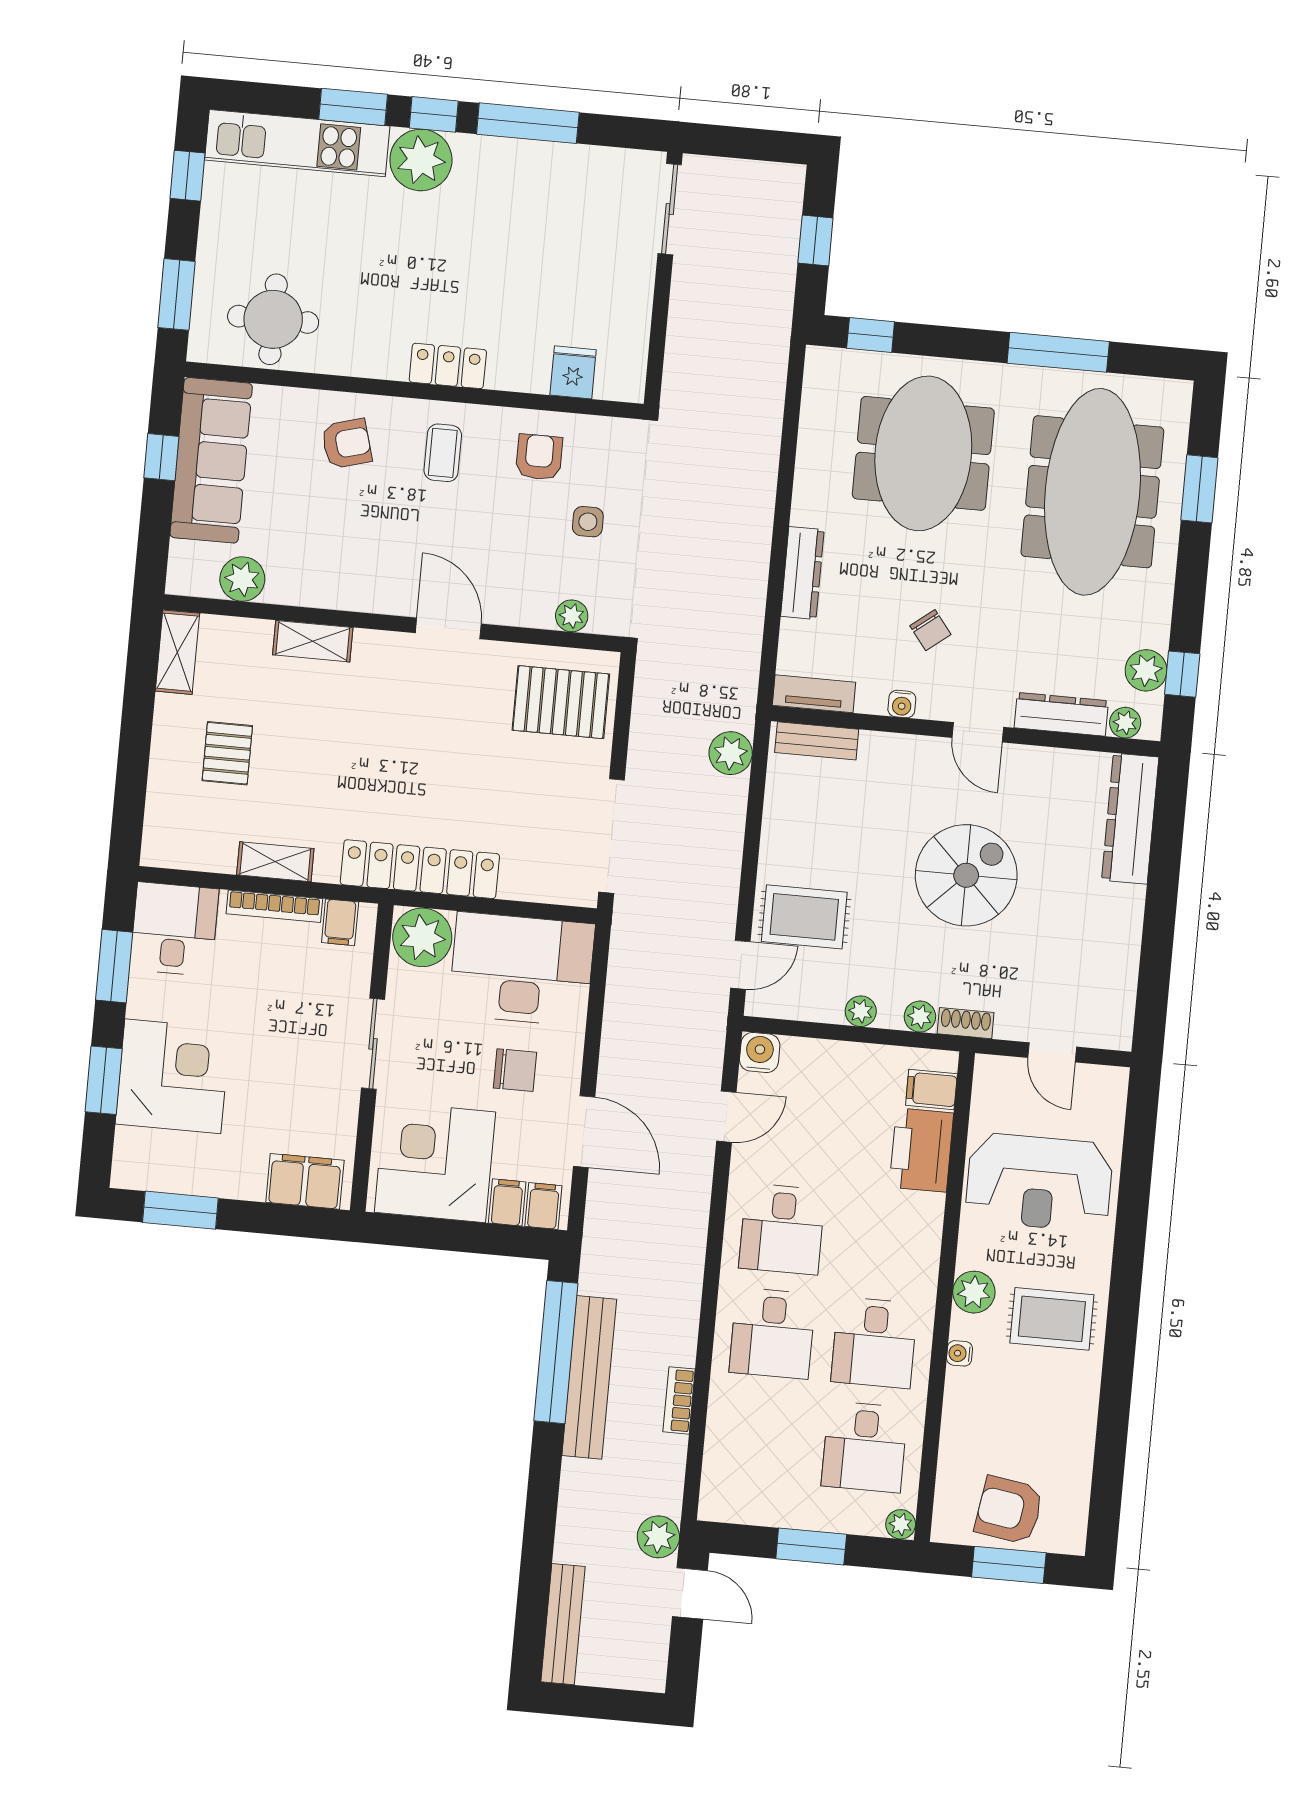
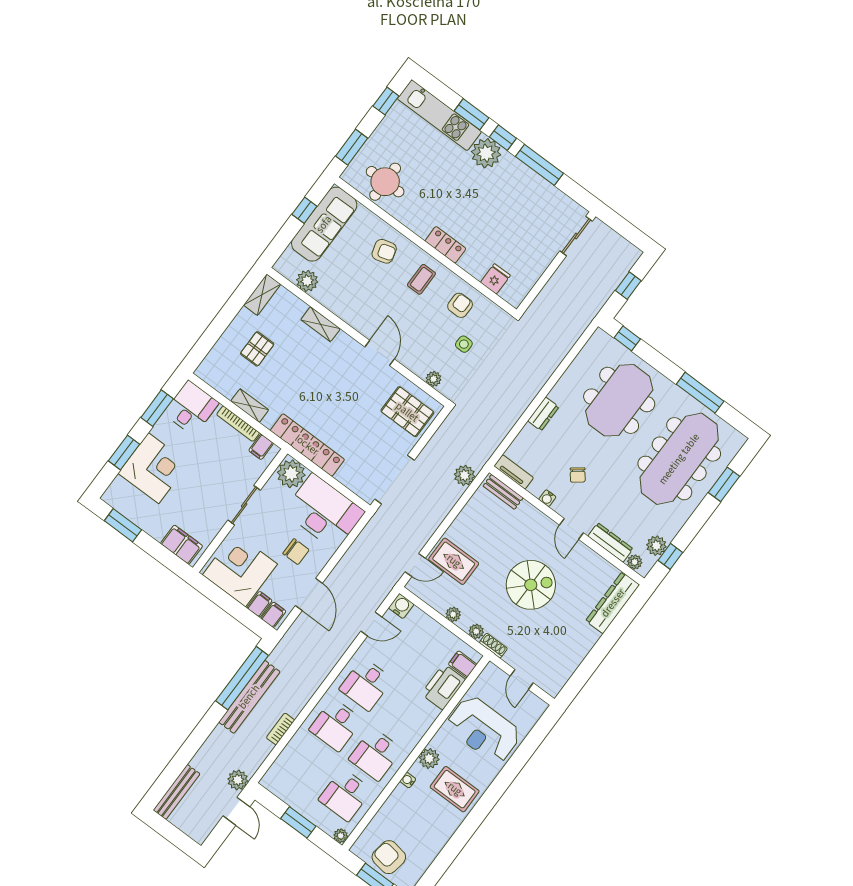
dresser: (802, 573) -> (543, 414), width x0.70

